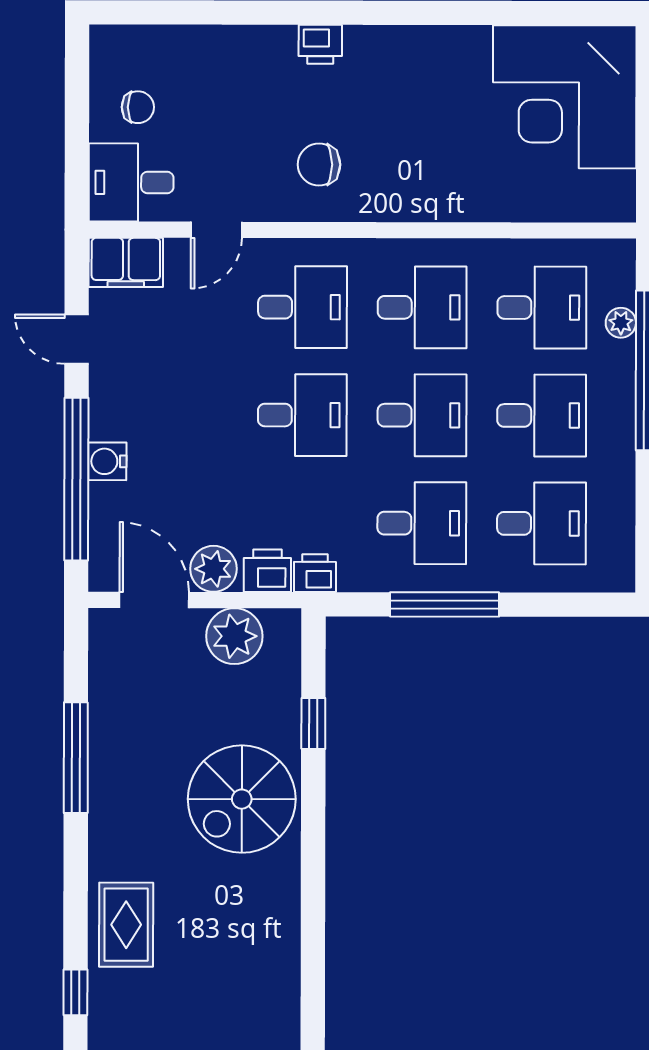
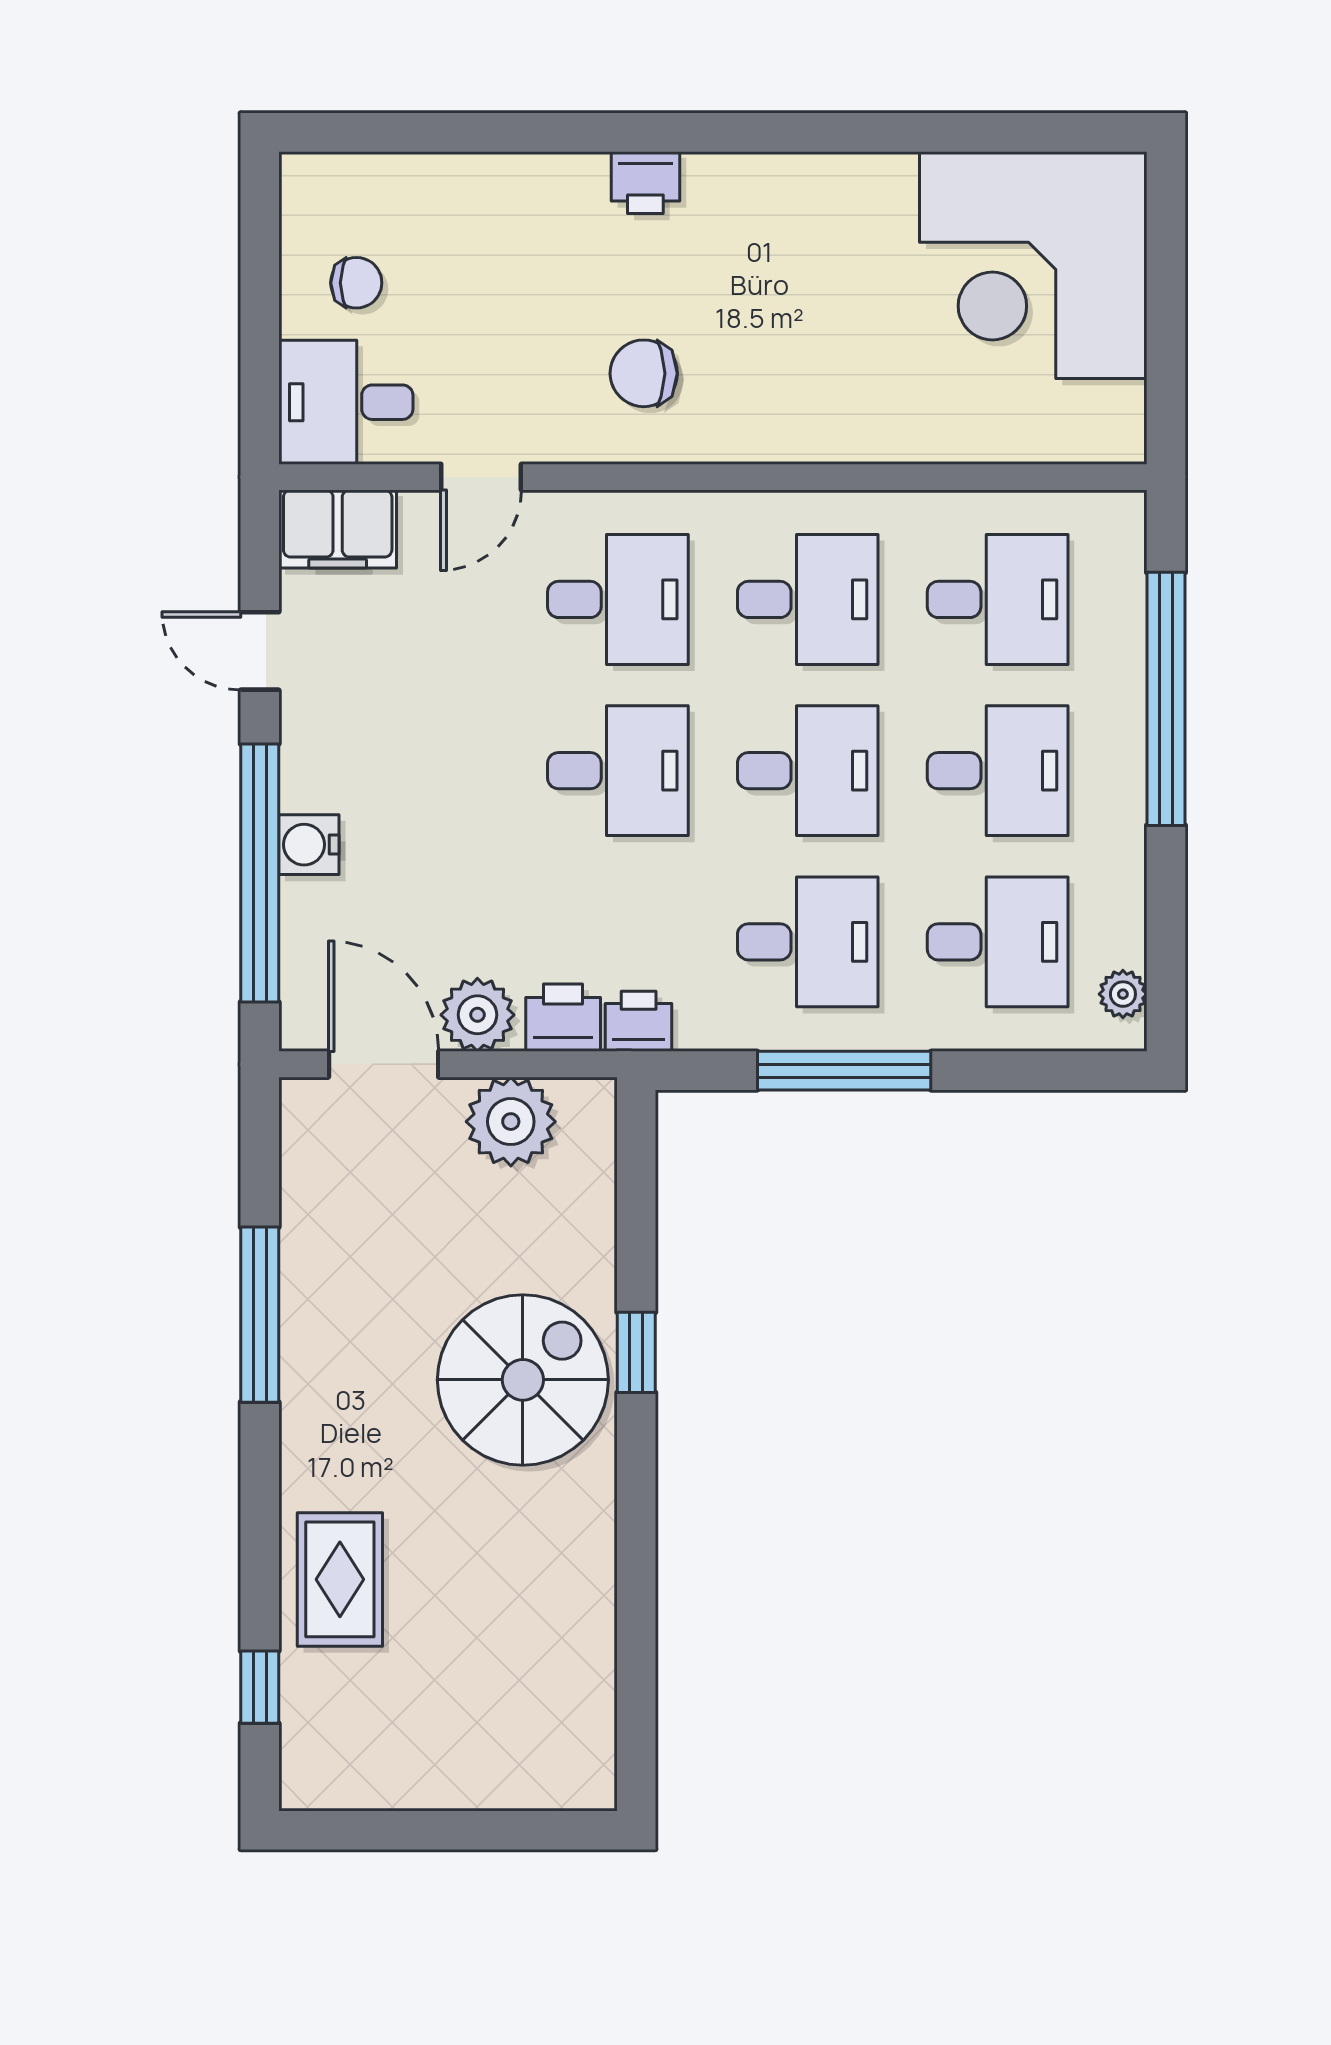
plant: (621, 323) -> (1123, 994), moved
window: (313, 723) -> (636, 1352), moved
spiral stairs: (242, 799) -> (523, 1380), turned 180

